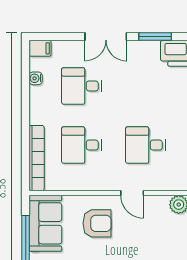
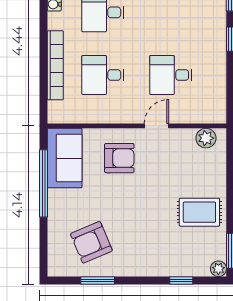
bookcase: (37, 158) -> (55, 65), moved
door: (132, 193) -> (157, 126), swing flipped

